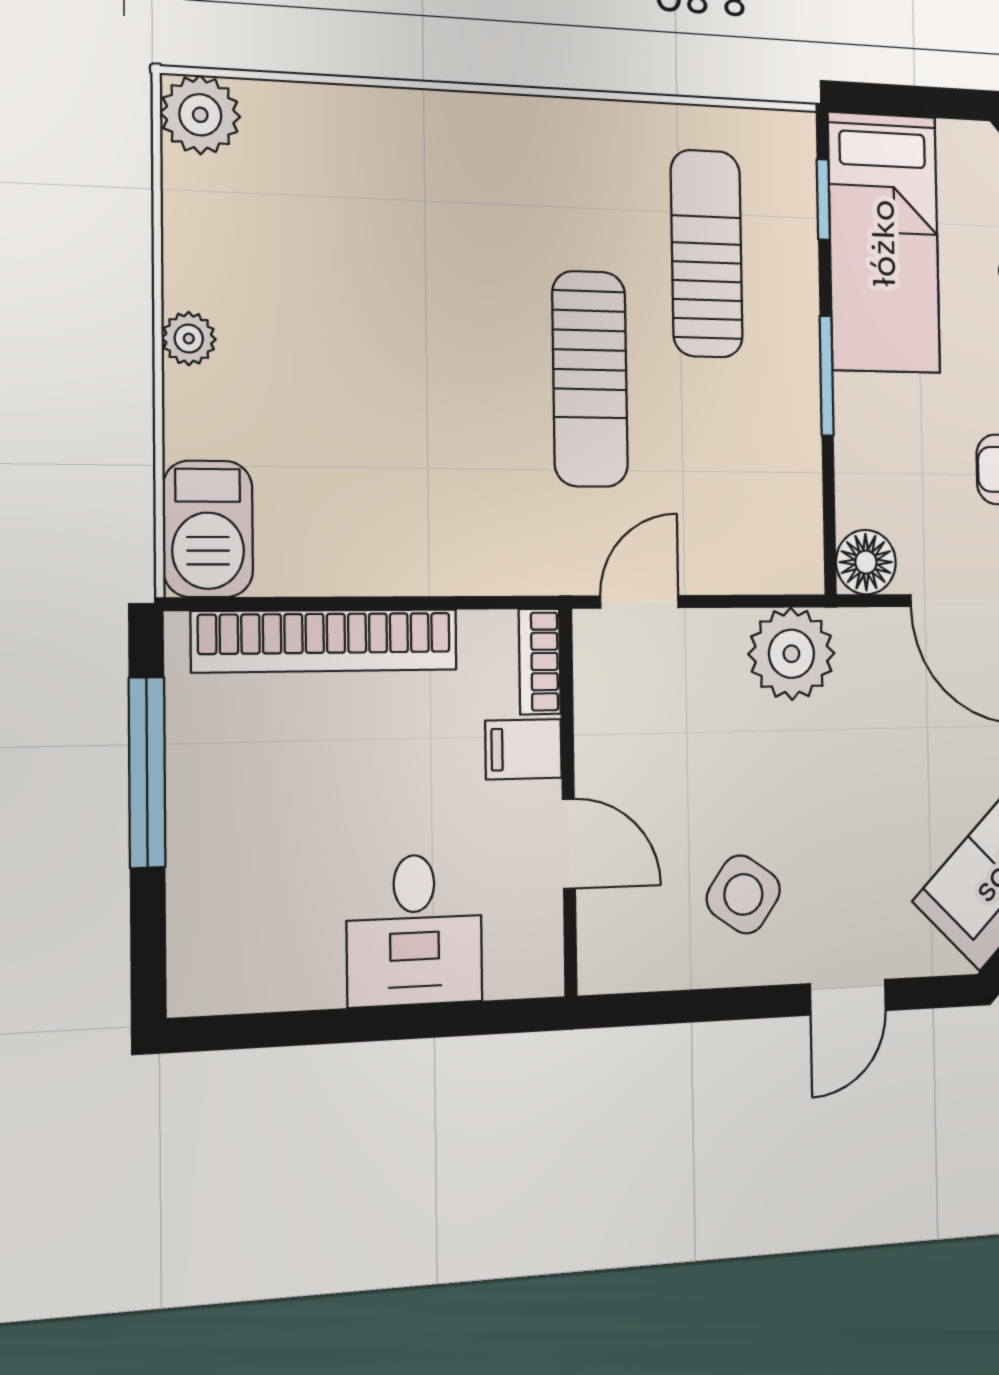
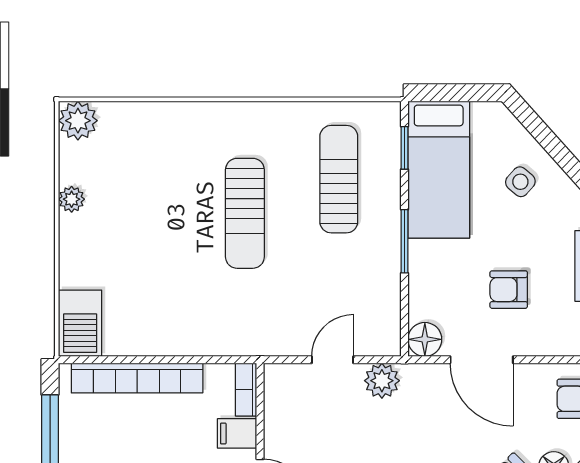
plant: (189, 339) -> (72, 199), moved
sun lounger: (590, 379) -> (245, 213), moved
door: (639, 602) -> (333, 360), moved
plant: (791, 654) -> (382, 381), width x0.73, depth x0.73

